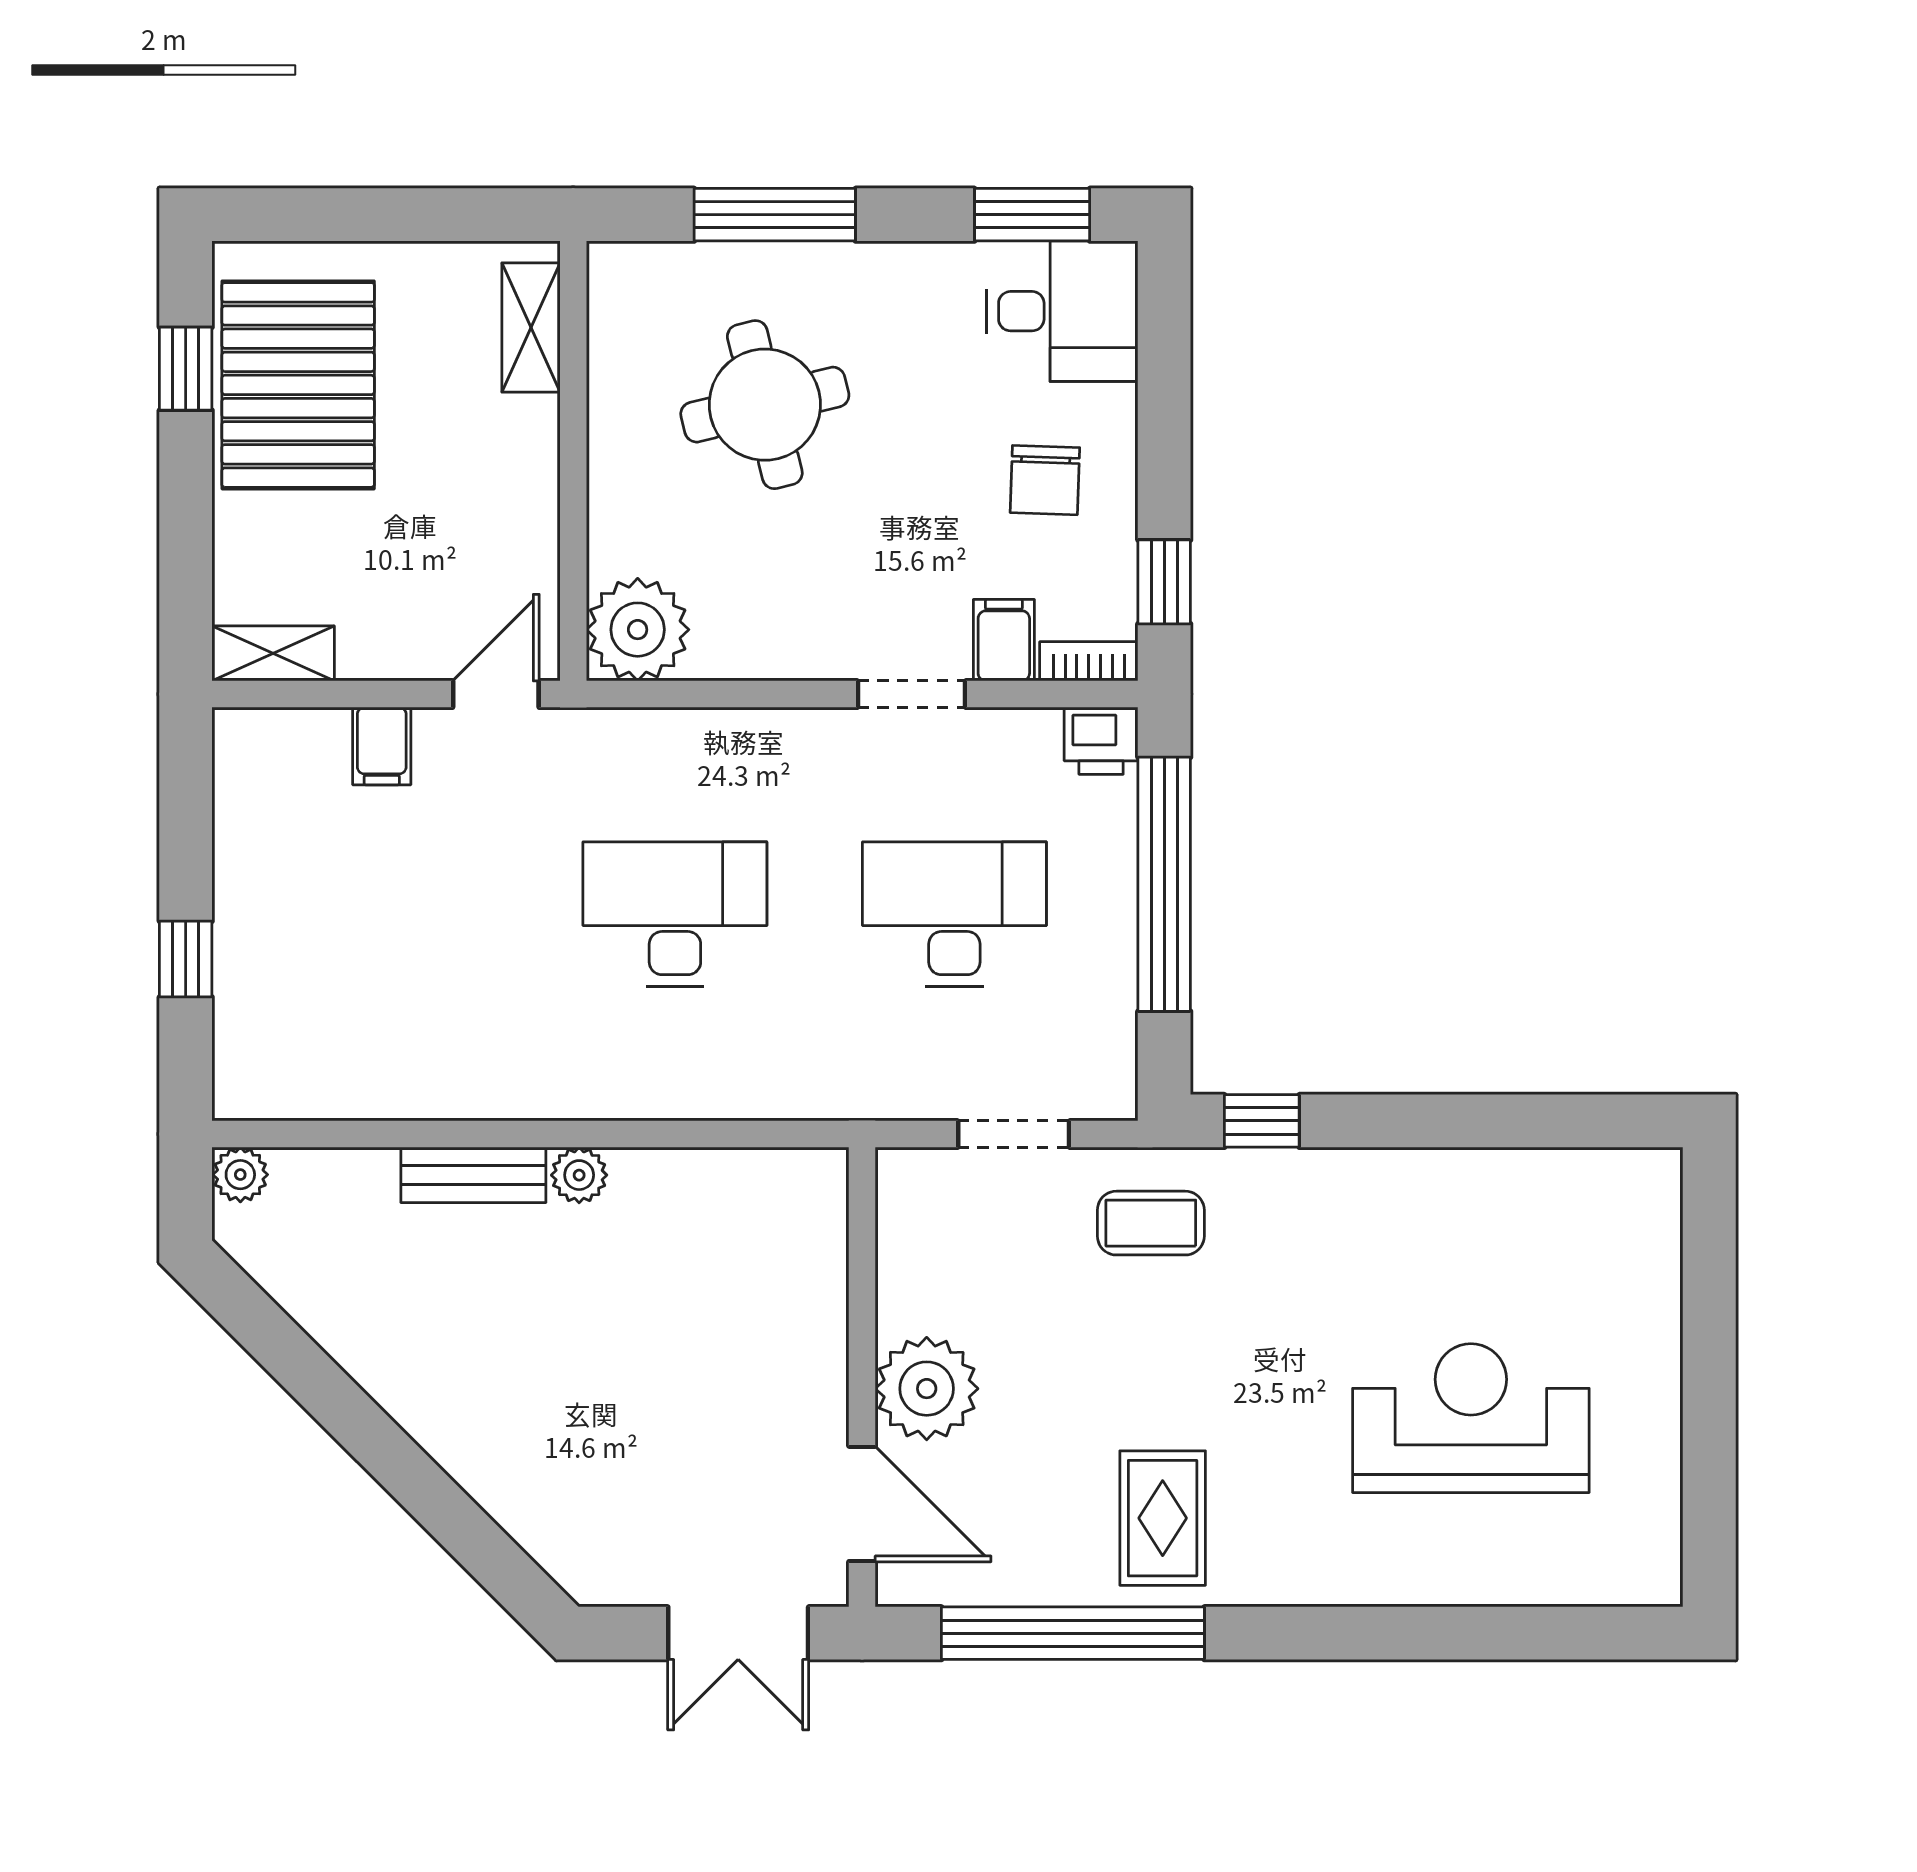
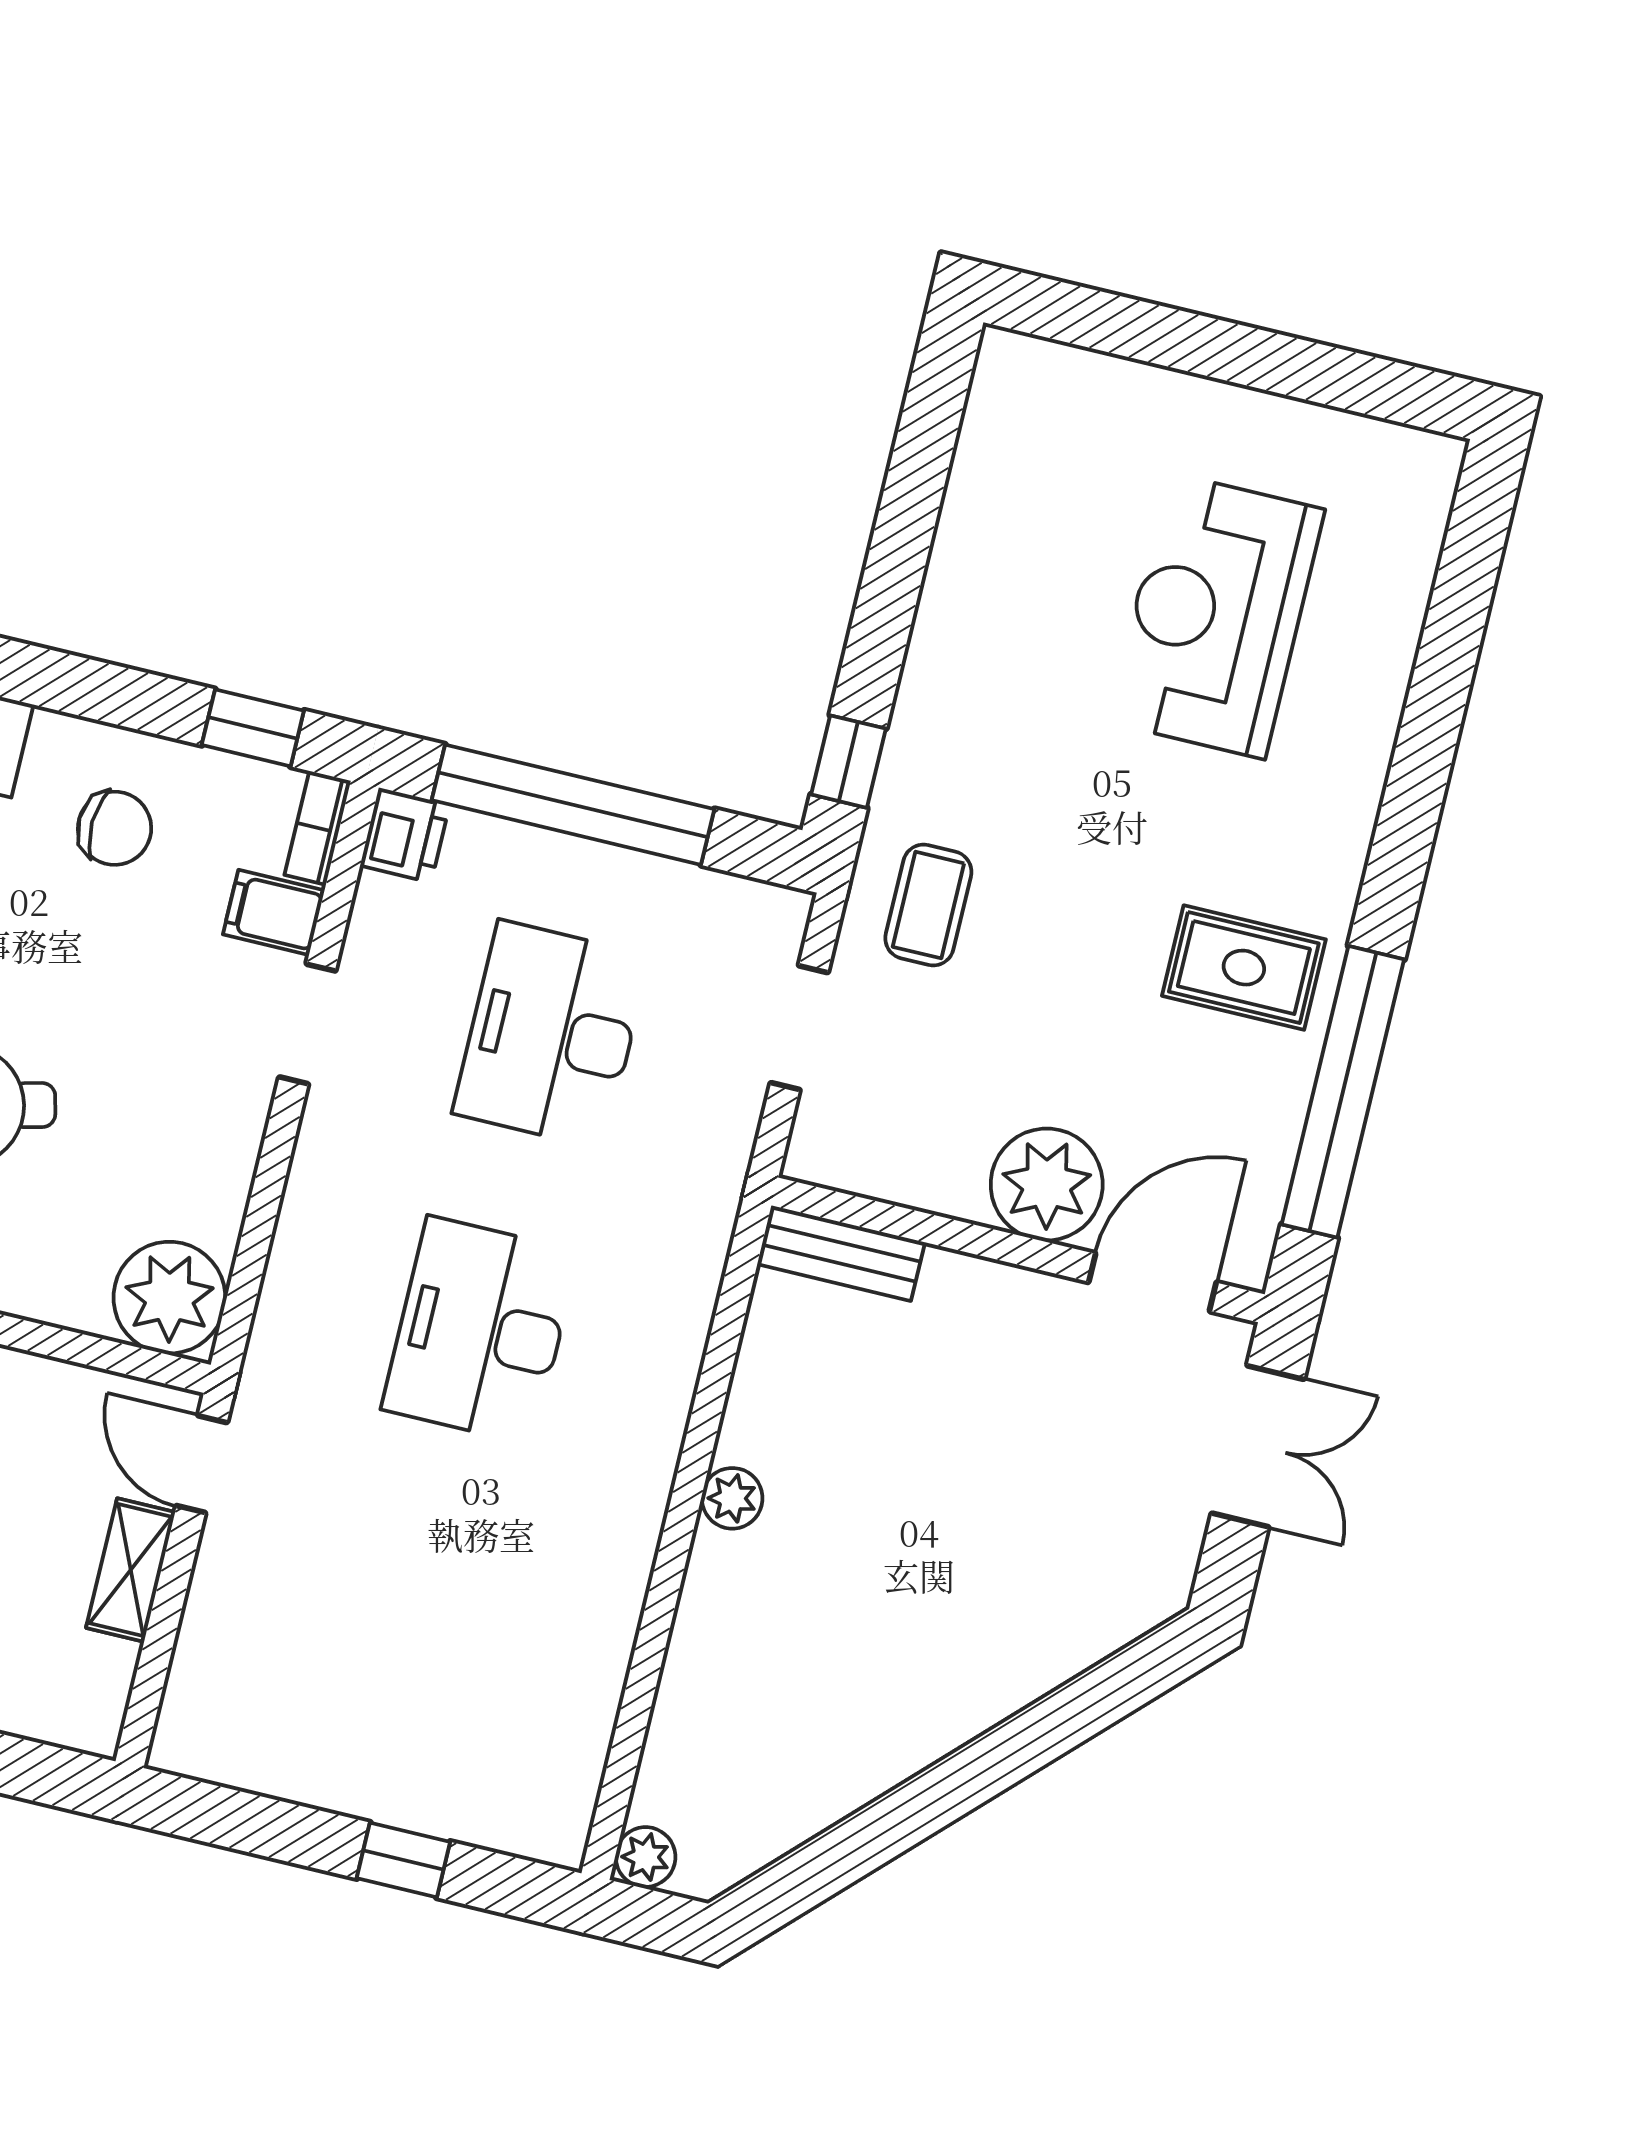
shelving: (273, 653) -> (131, 1570), moved
filing cabinet: (382, 746) -> (228, 1598), removed
bench: (473, 1175) -> (841, 1253), moved, turned 90

